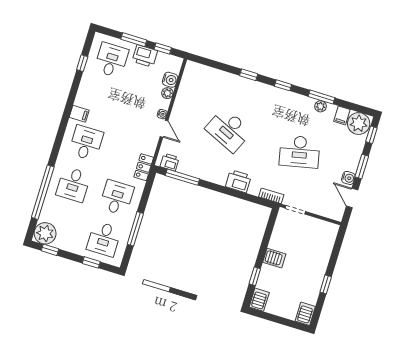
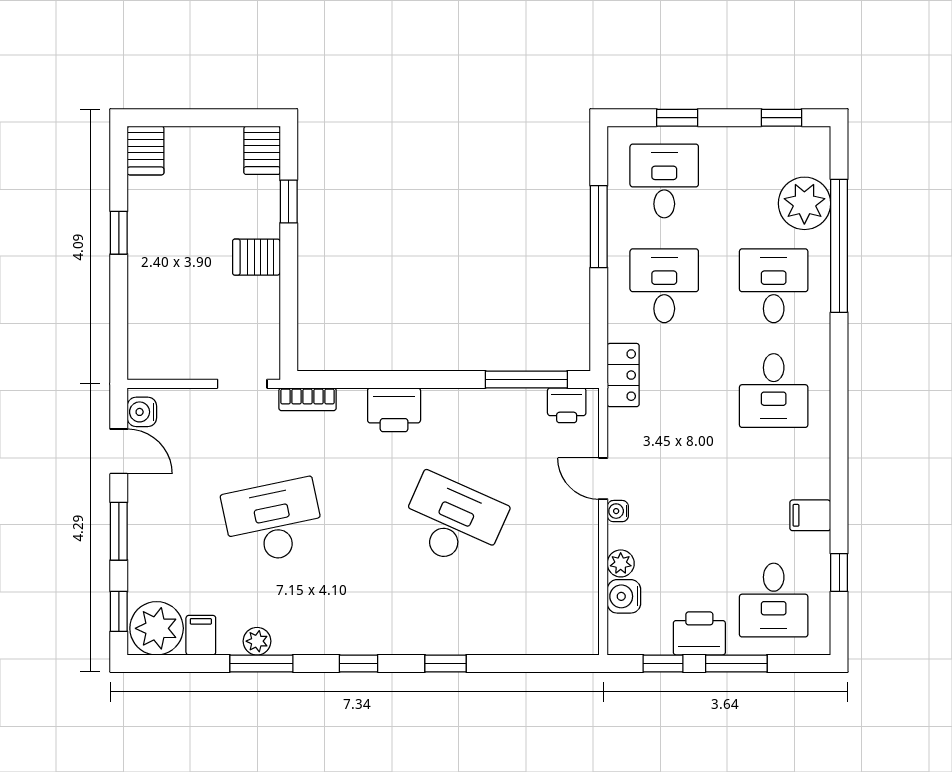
filing cabinet: (79, 114) -> (810, 515), moved
water cooler: (348, 178) -> (142, 412), moved
desk: (117, 198) -> (664, 286), turned 180
plant: (45, 233) -> (804, 203), moved

